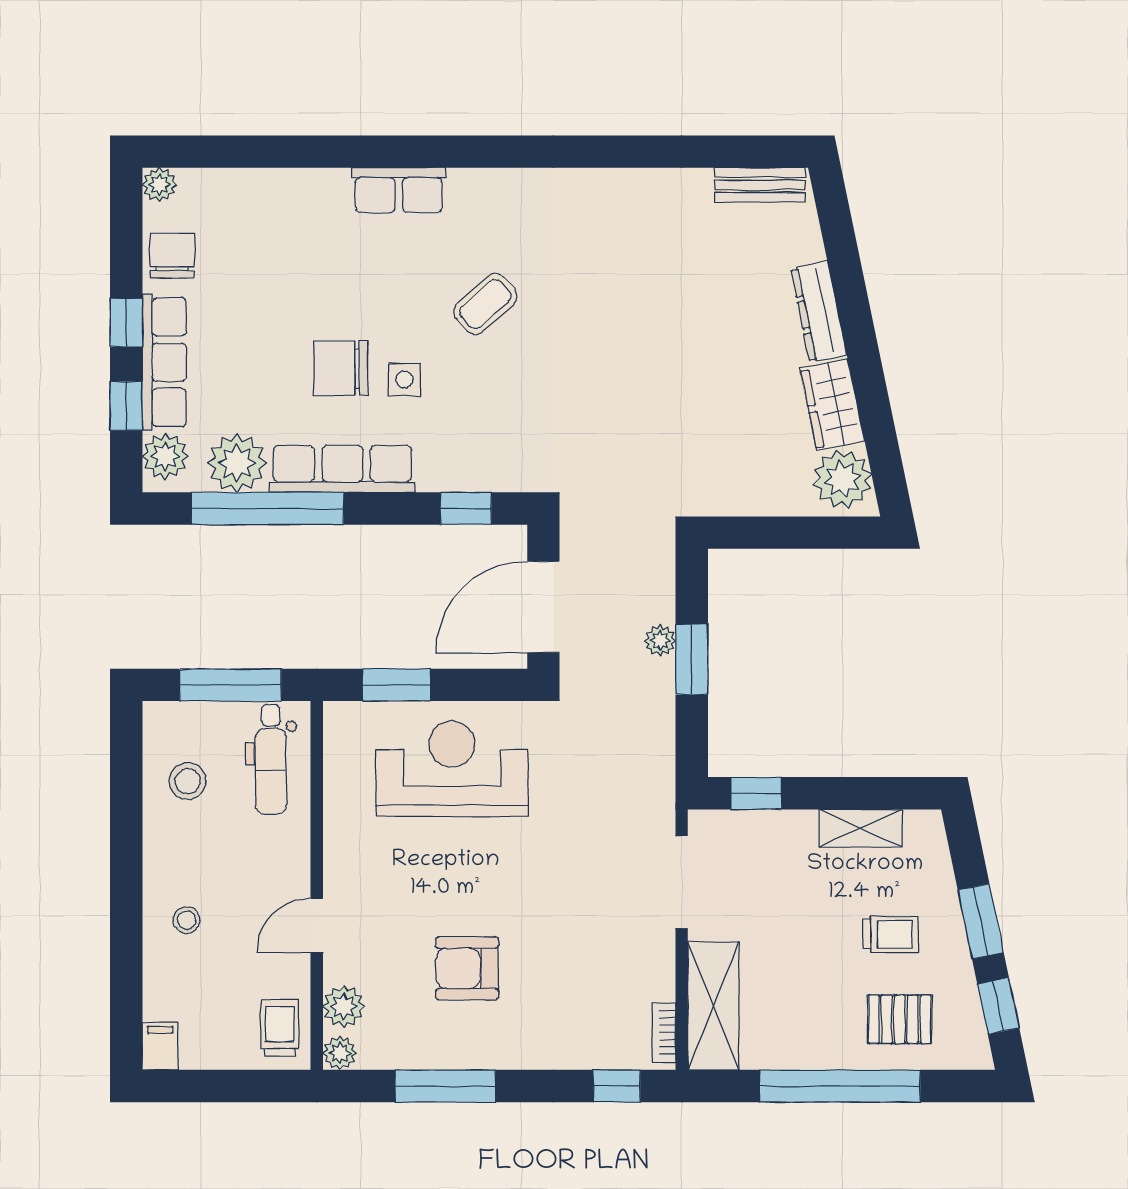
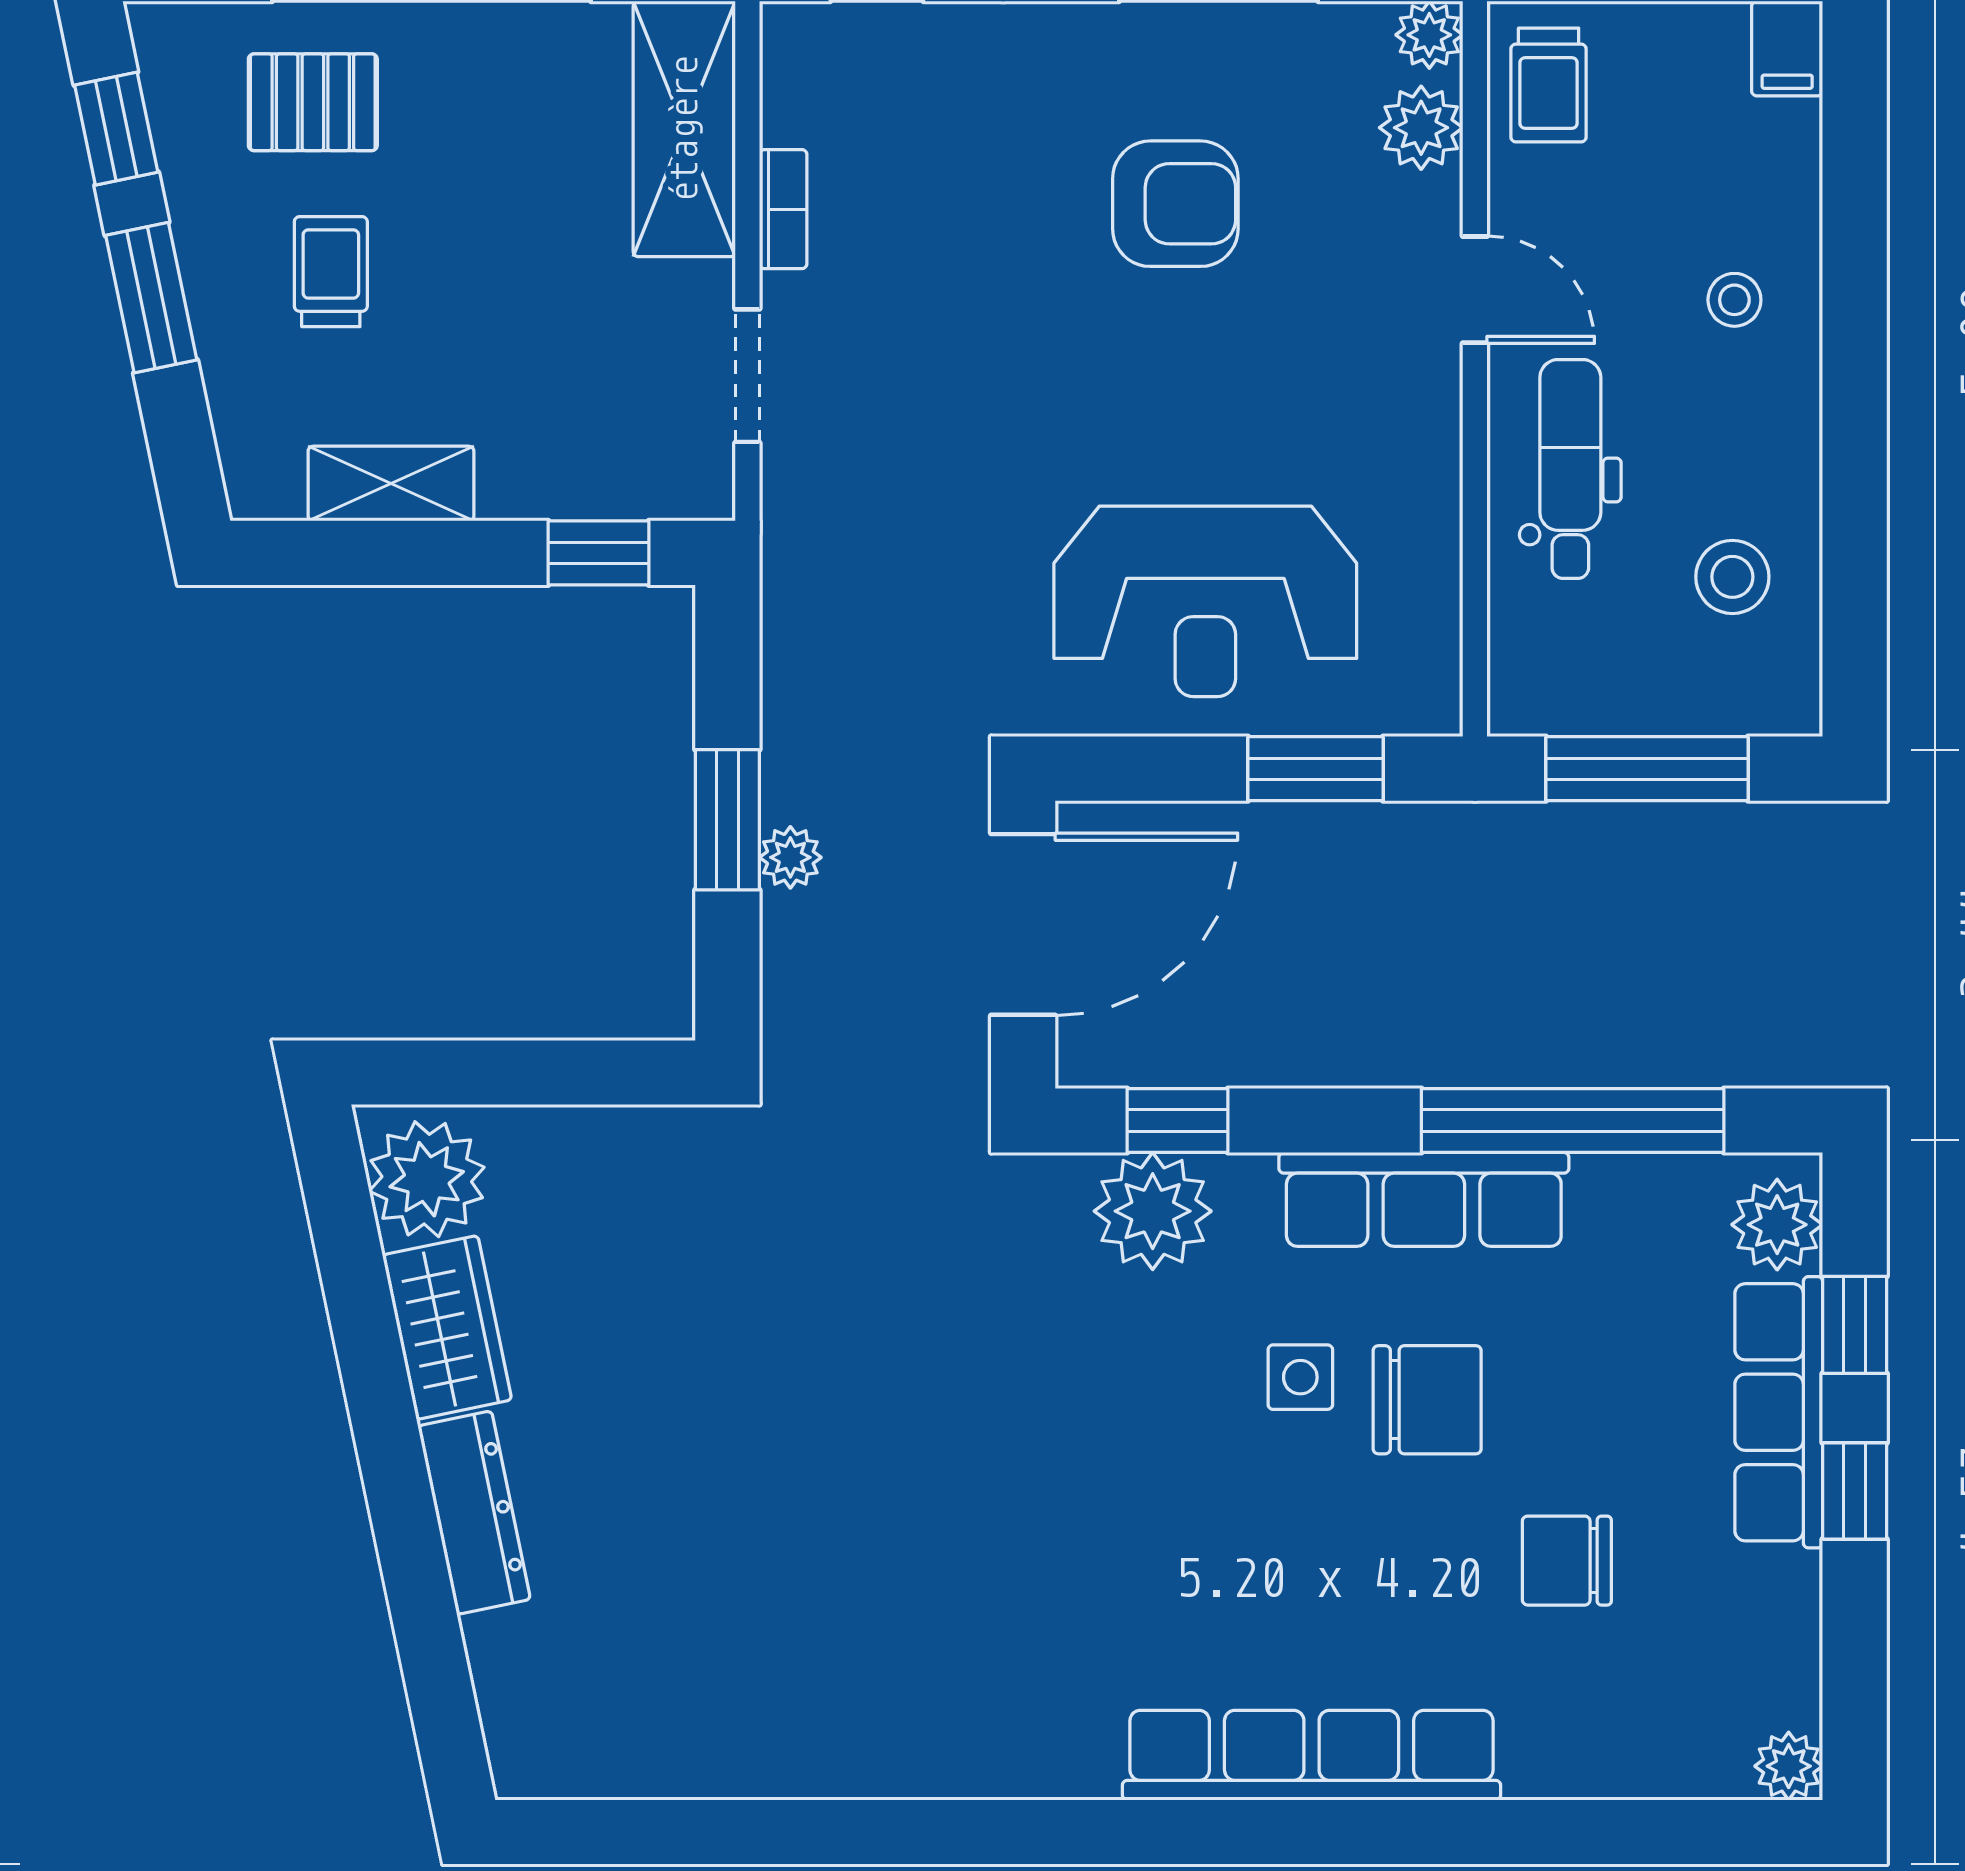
bench: (760, 185) -> (591, 1766), removed
row of seats: (399, 190) -> (1311, 1755), width x2.02
chair: (172, 255) -> (1567, 1561), moved, turned 90
coffee table: (485, 304) -> (1139, 1528), removed
plant: (237, 463) -> (1153, 1211), moved
dental chair: (271, 759) -> (1570, 469), moved
doorway: (682, 882) -> (747, 376), width x0.73
door: (317, 925) -> (1475, 290), hinge flipped
trolley: (891, 934) -> (331, 272), turned 90
bookcase: (664, 1032) -> (783, 209), moved

